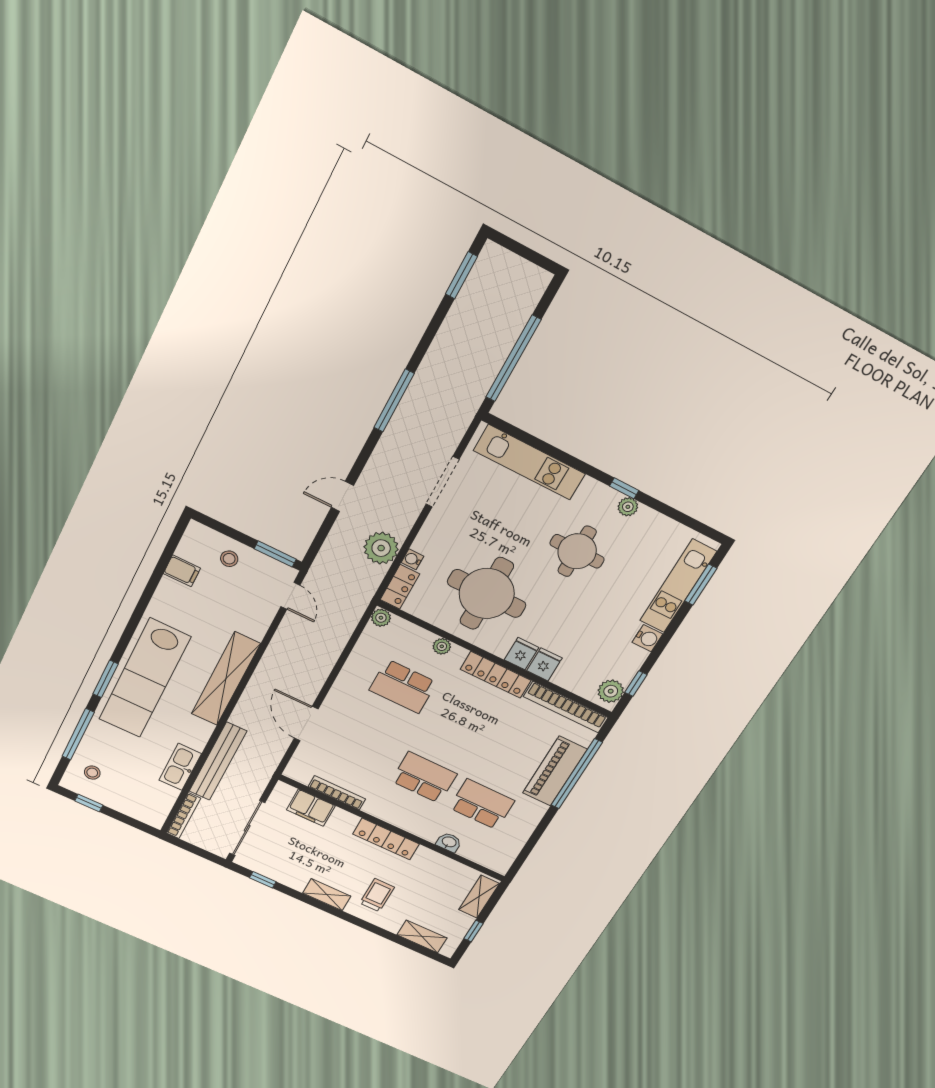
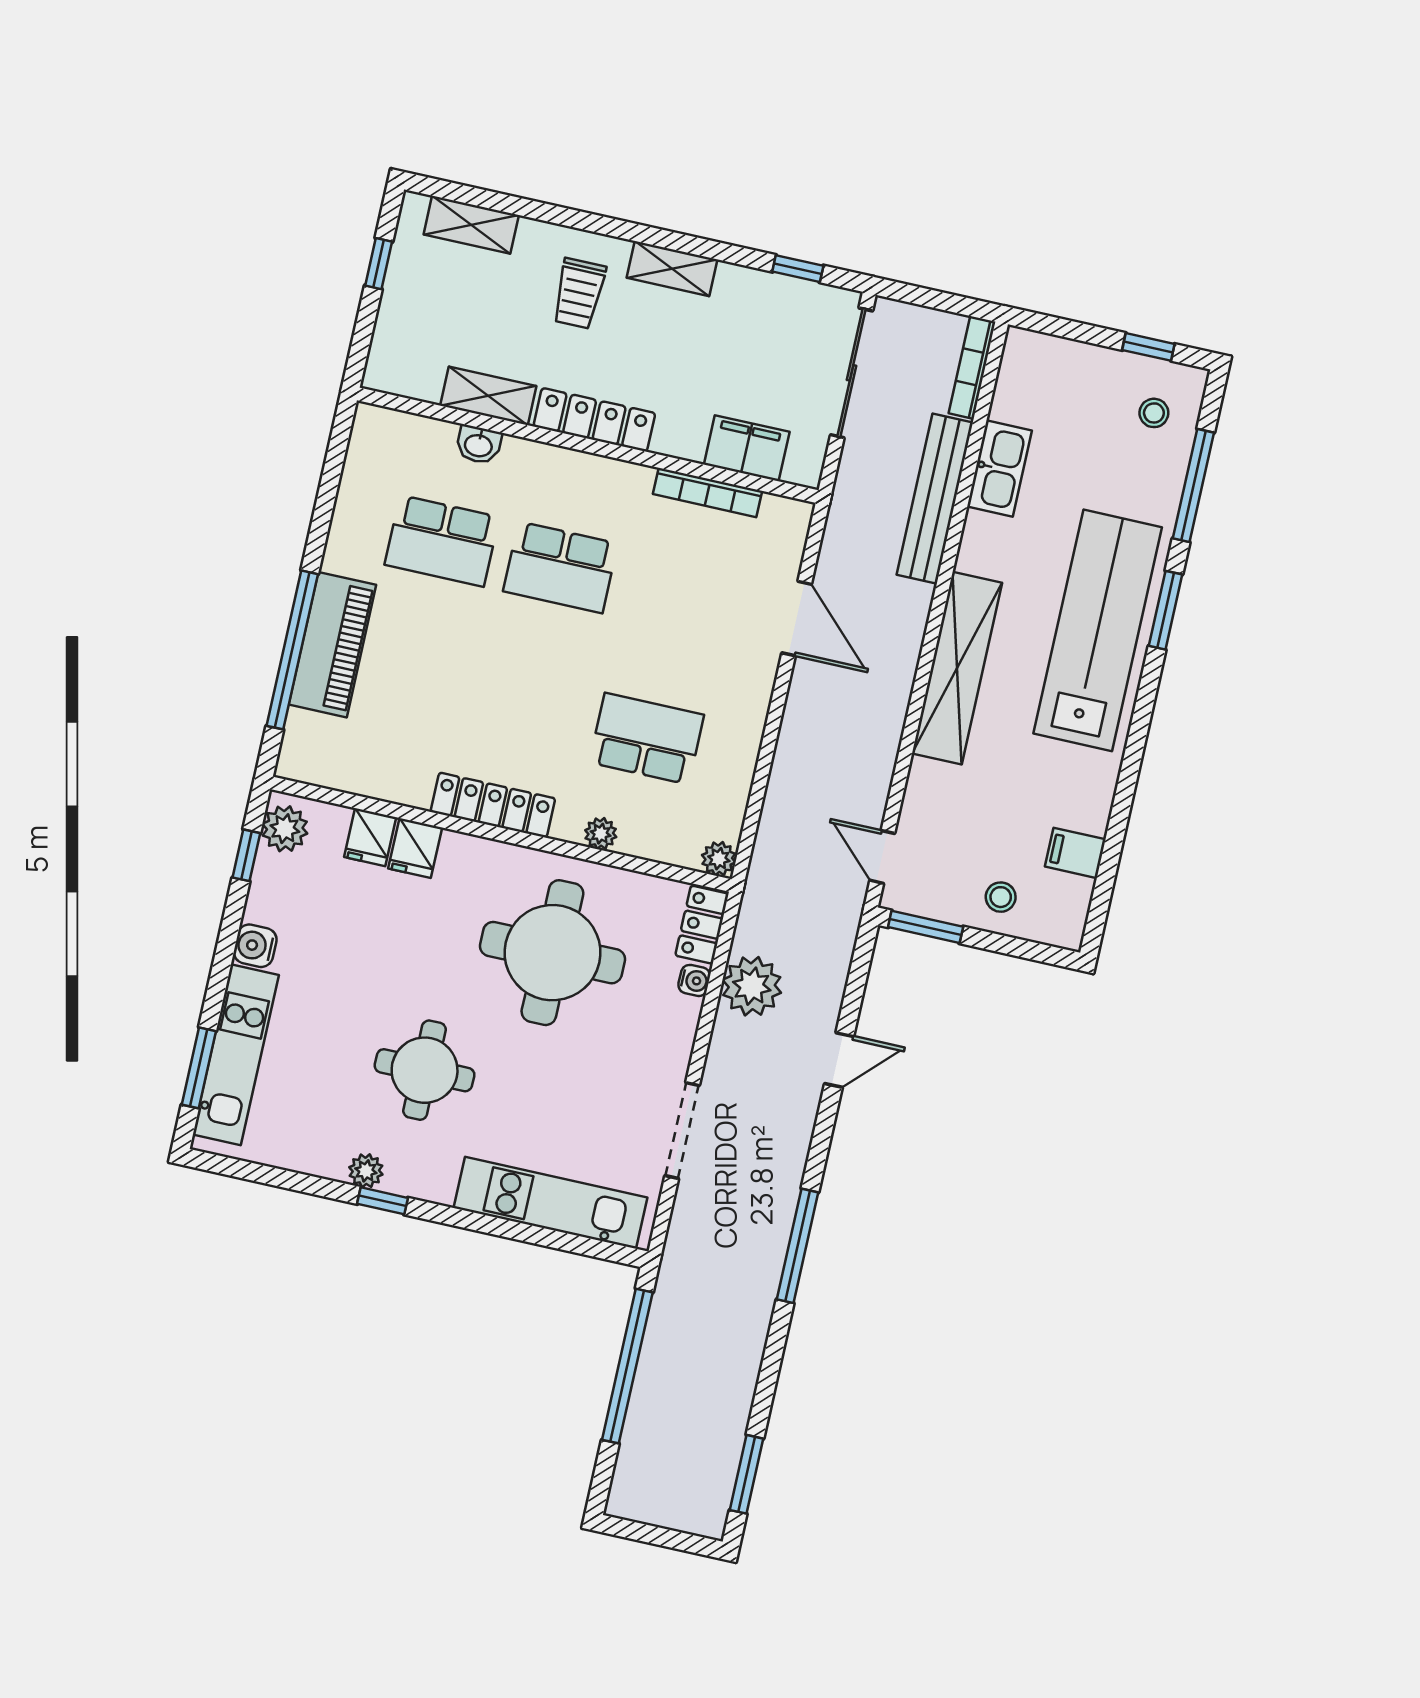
fridge: (521, 654) -> (370, 837), moved
bookcase: (566, 707) -> (353, 776), removed
shelving: (479, 897) -> (488, 396), moved, turned 90

